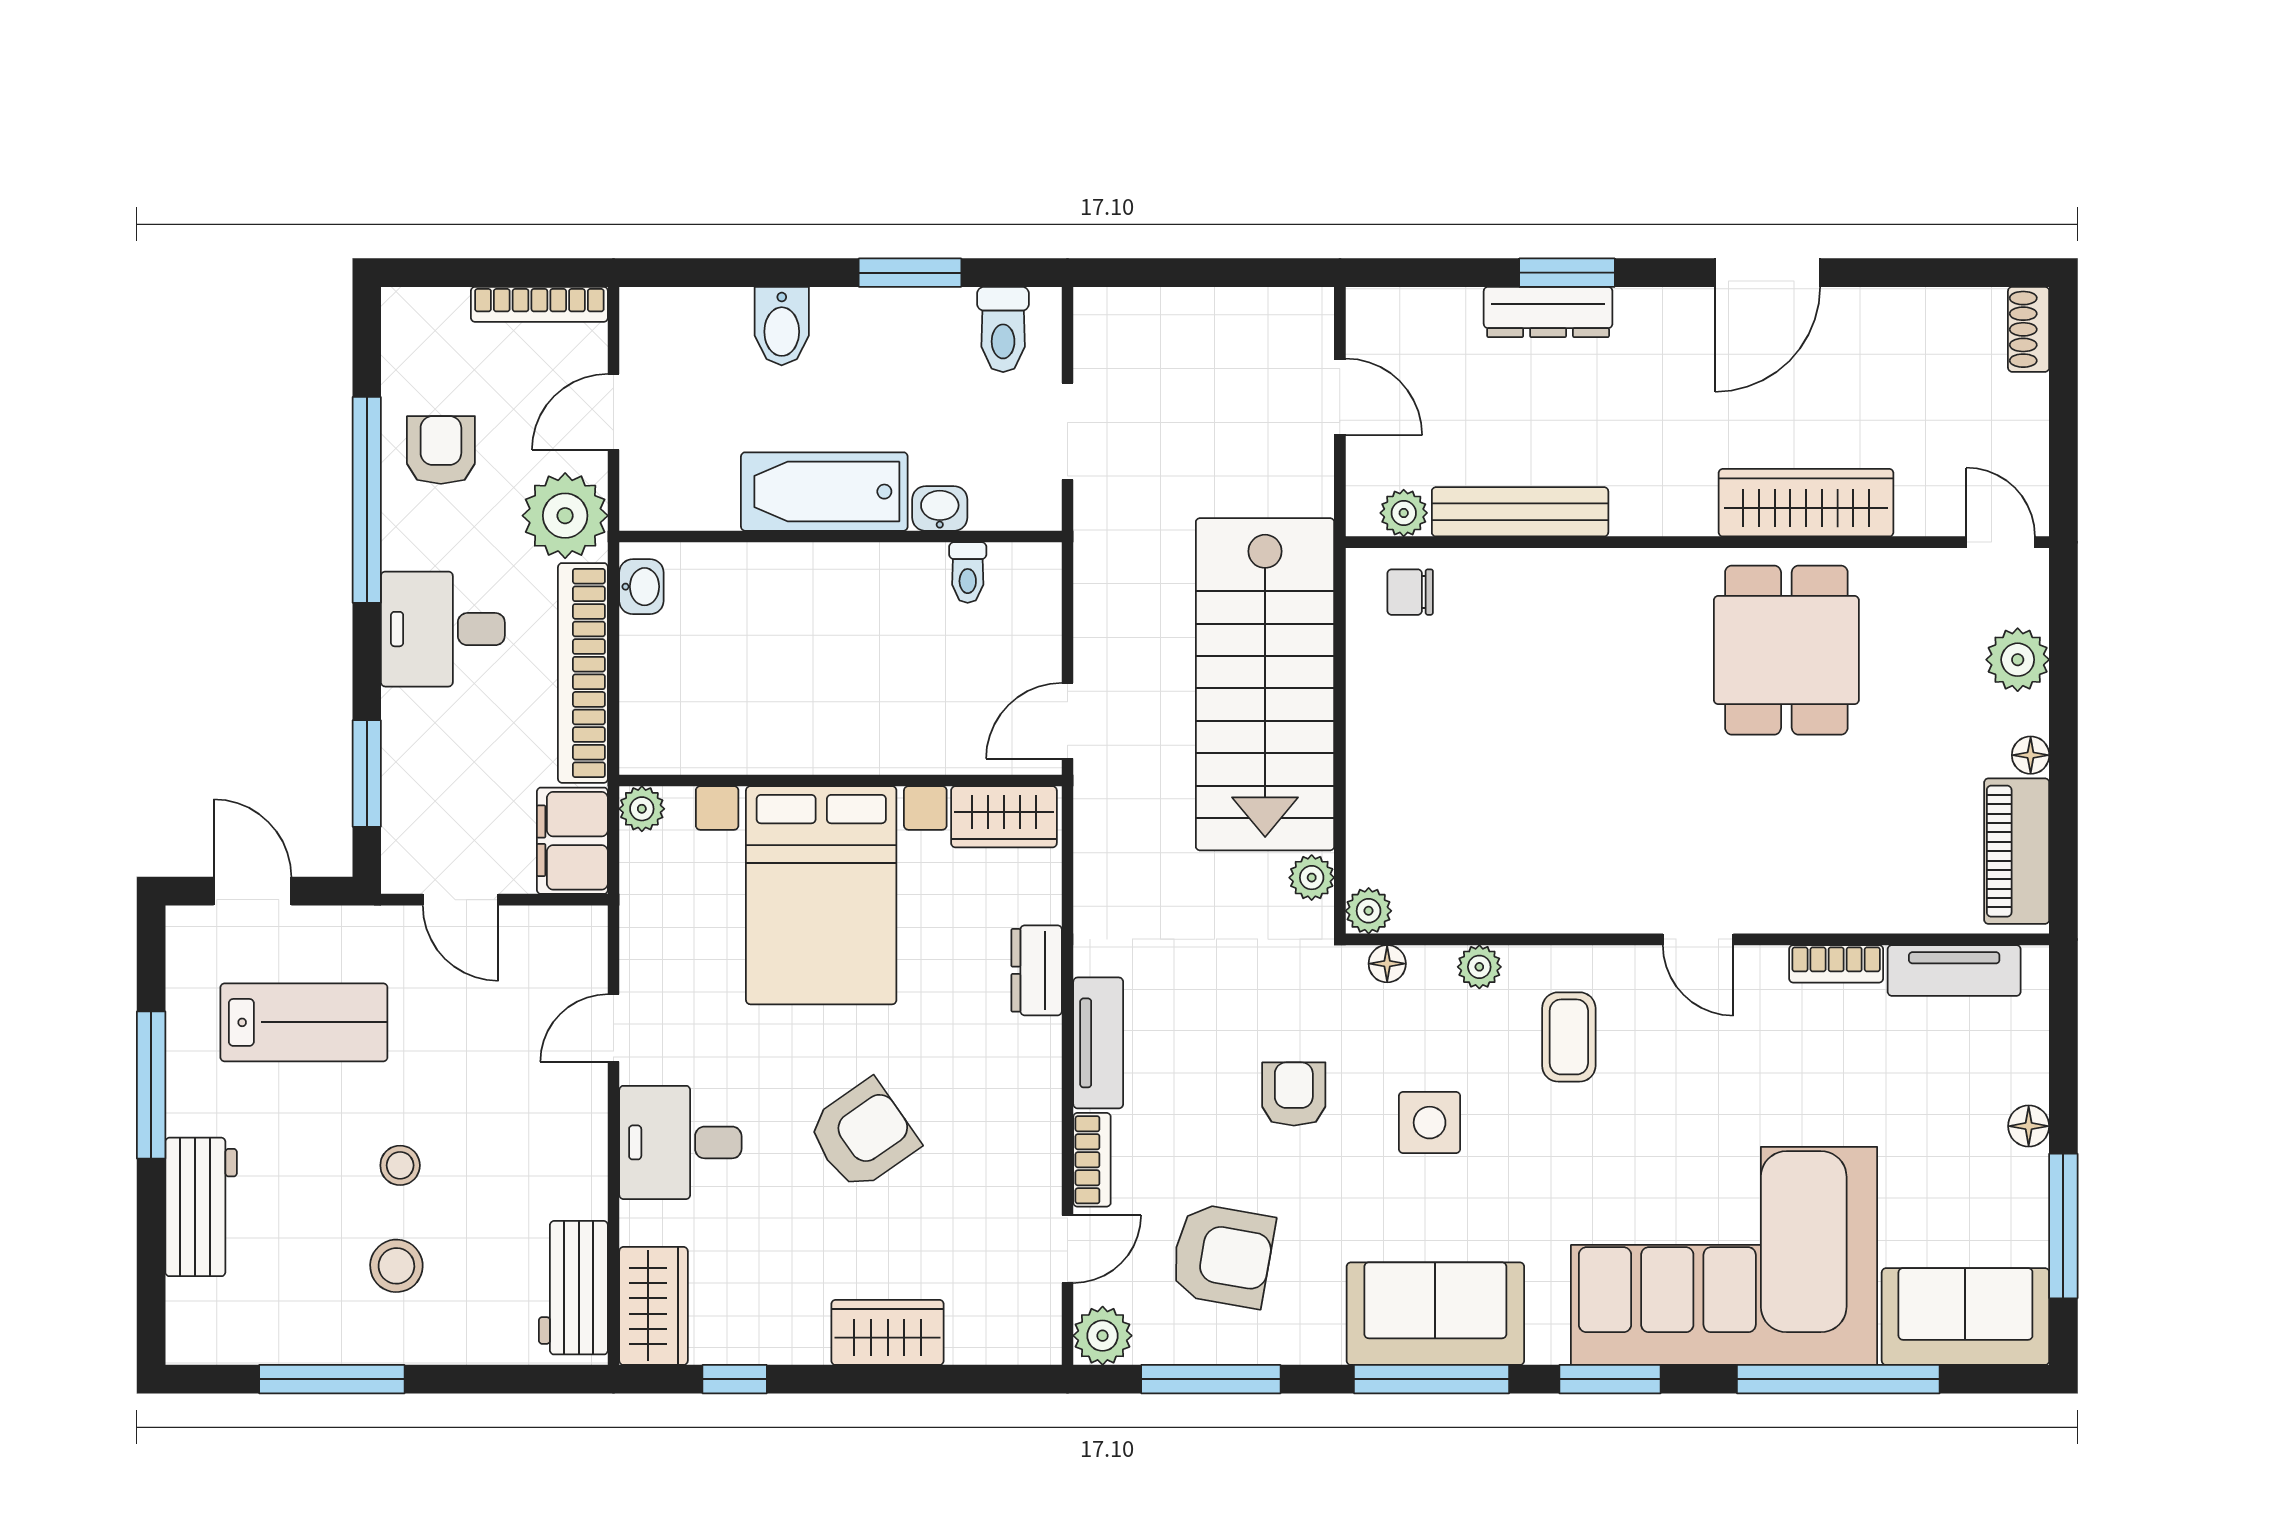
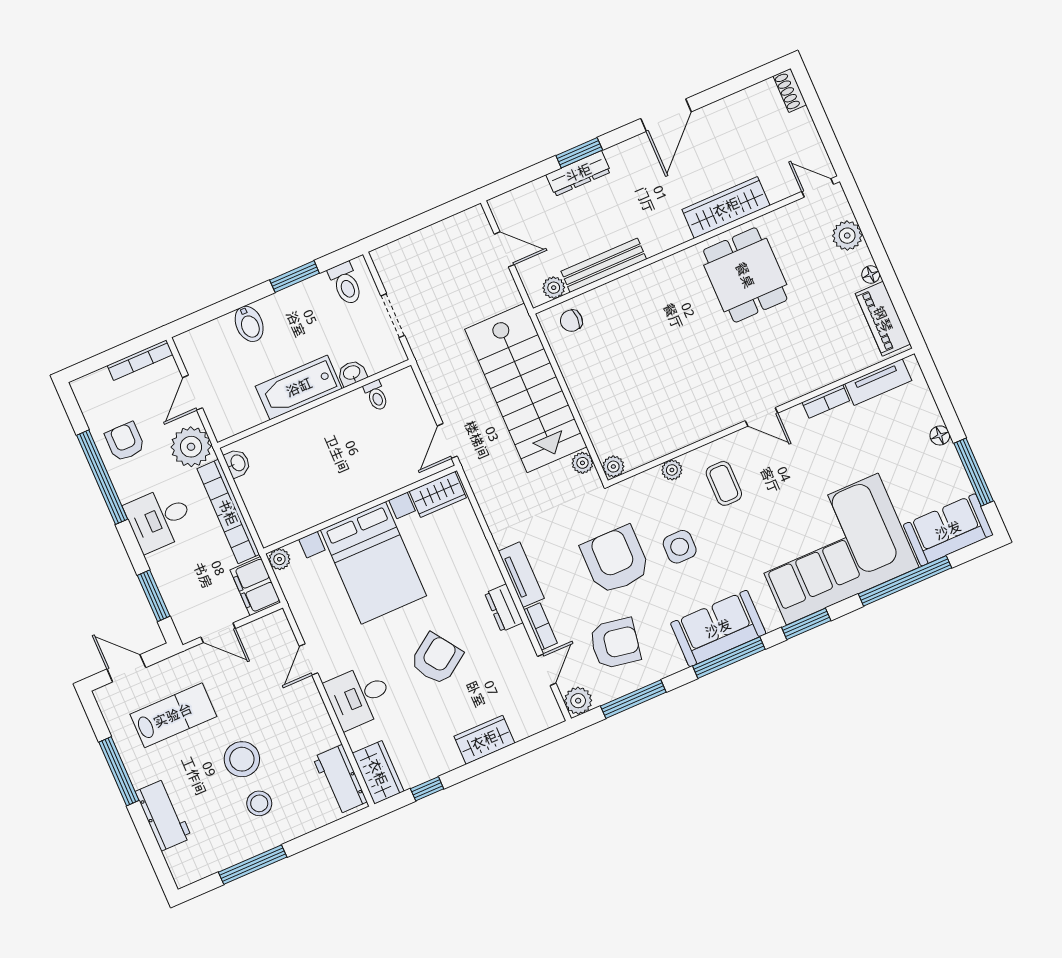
floor lamp: (1387, 964) -> (631, 486), removed
dresser: (1037, 970) -> (504, 608), moved
armchair: (1294, 1094) -> (615, 560), width x1.88, depth x1.88
stool: (400, 1165) -> (242, 759), width x1.89, depth x1.89

